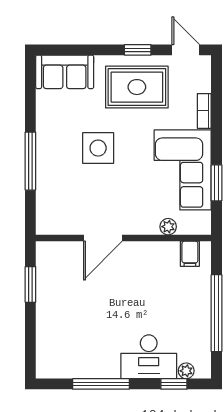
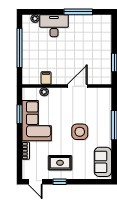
sofa: (65, 72) -> (103, 162), moved, turned -90
rug: (137, 87) -> (60, 163), width x0.73, depth x0.70
filing cabinet: (190, 254) -> (46, 78), moved
window: (174, 384) -> (41, 12), removed

